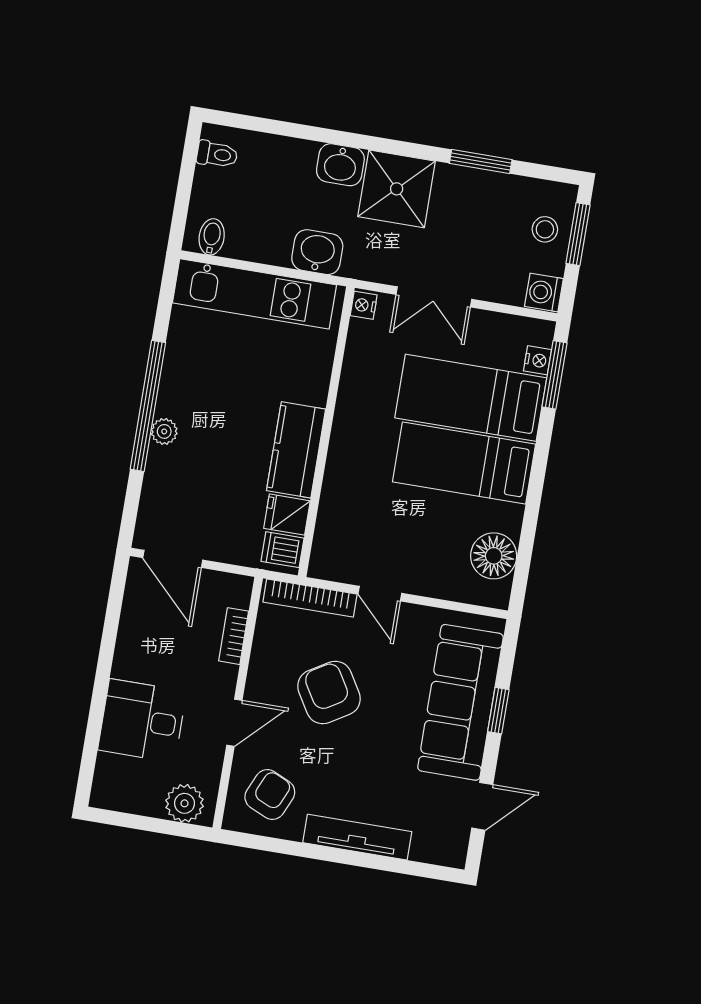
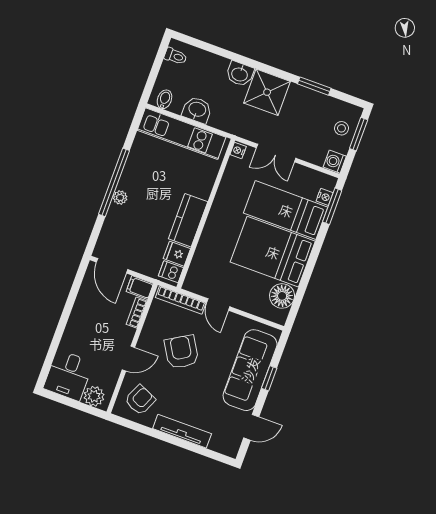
washbasin: (317, 252) -> (197, 110), moved
bed: (464, 463) -> (273, 252), width x1.50
filing cabinet: (231, 589) -> (140, 288), added
desk: (142, 721) -> (68, 375), moved, turned -90

